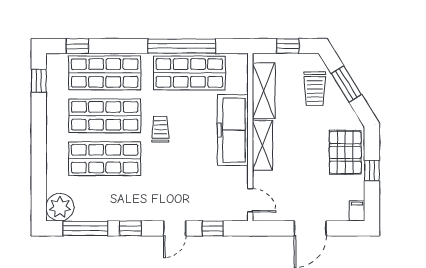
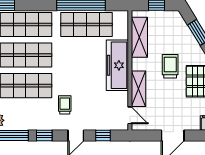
trolley: (315, 89) -> (170, 66), moved, turned 180
trolley: (160, 129) -> (65, 105), moved
shelving: (262, 145) -> (139, 89), moved

